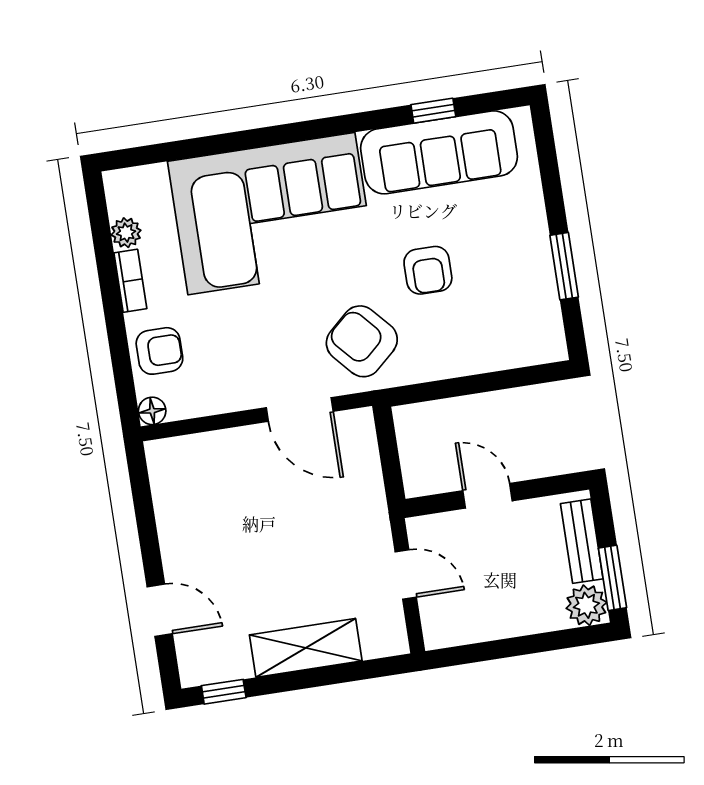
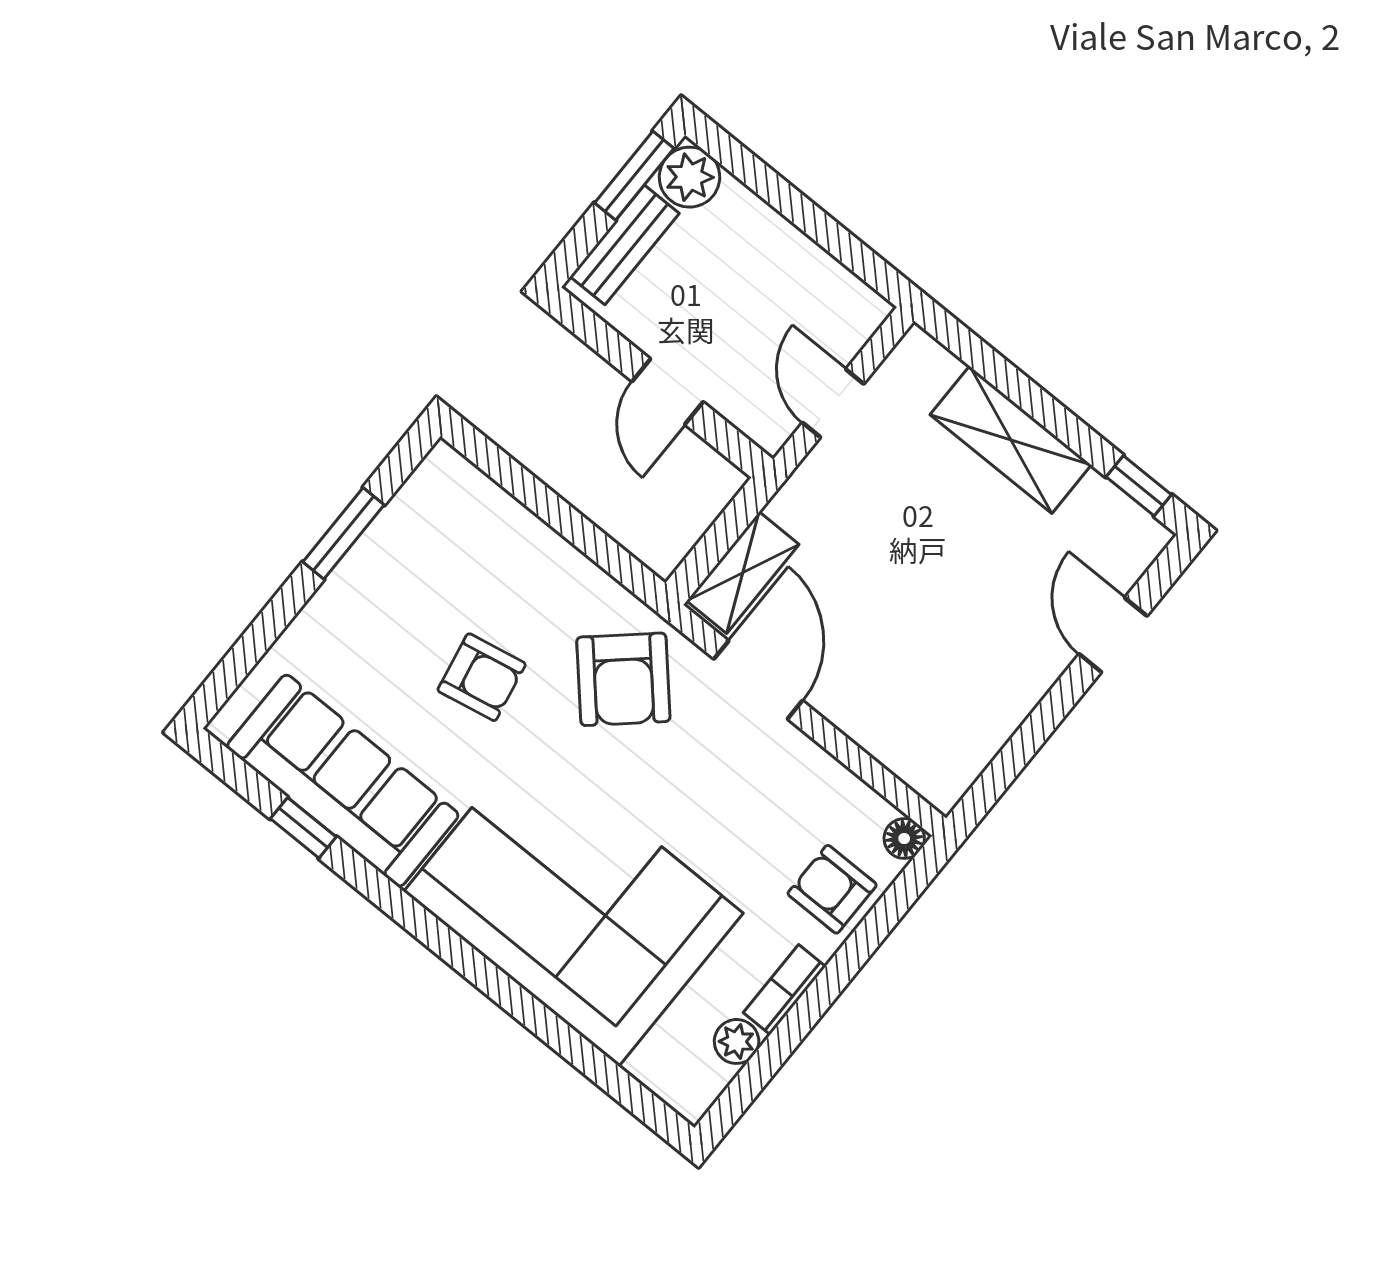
armchair: (428, 270) -> (482, 677), turned 79
shelving: (361, 451) -> (743, 573), added

